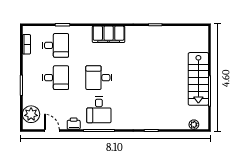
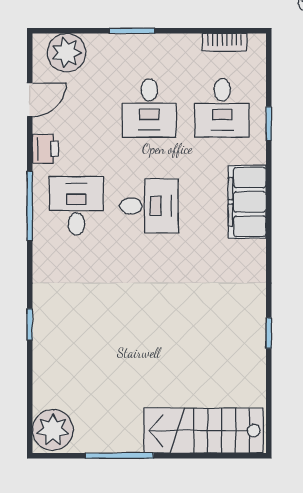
filing cabinet: (109, 34) -> (247, 202), moved
desk: (99, 78) -> (149, 206), turned 90
stairs: (198, 79) -> (204, 431), moved
desk: (99, 110) -> (76, 206), turned 90
plant: (194, 125) -> (53, 430), width x1.87, depth x1.87

